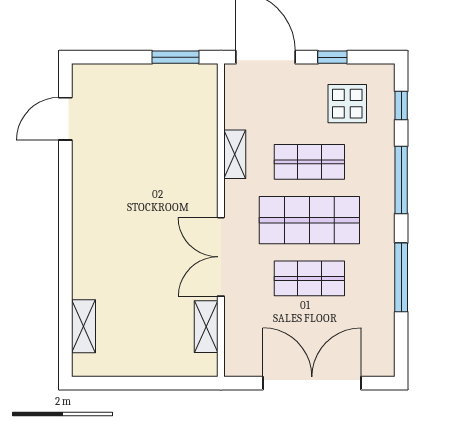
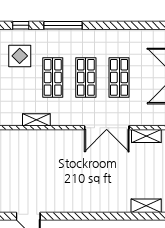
shelving: (235, 154) -> (36, 120), moved
shop shelf: (309, 220) -> (86, 77), width x0.70, depth x0.74
window: (401, 277) -> (118, 25), removed

